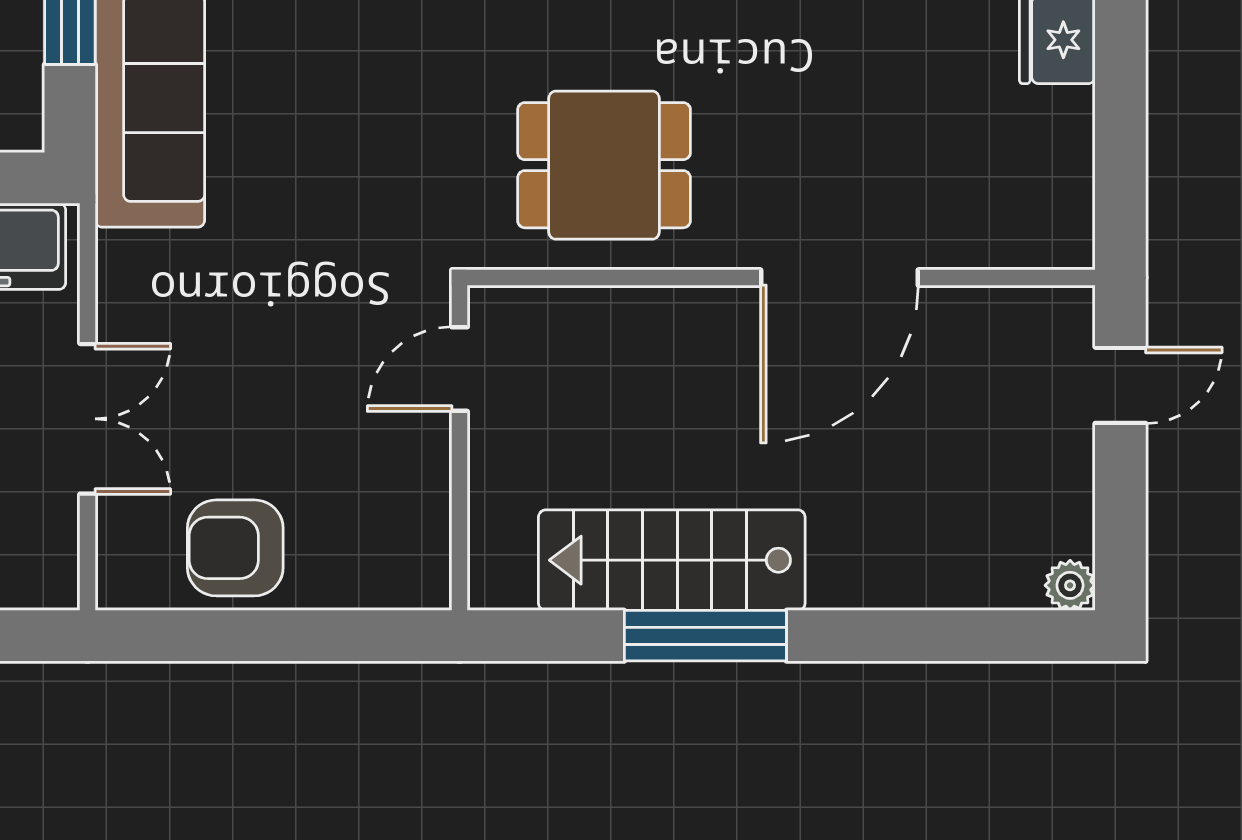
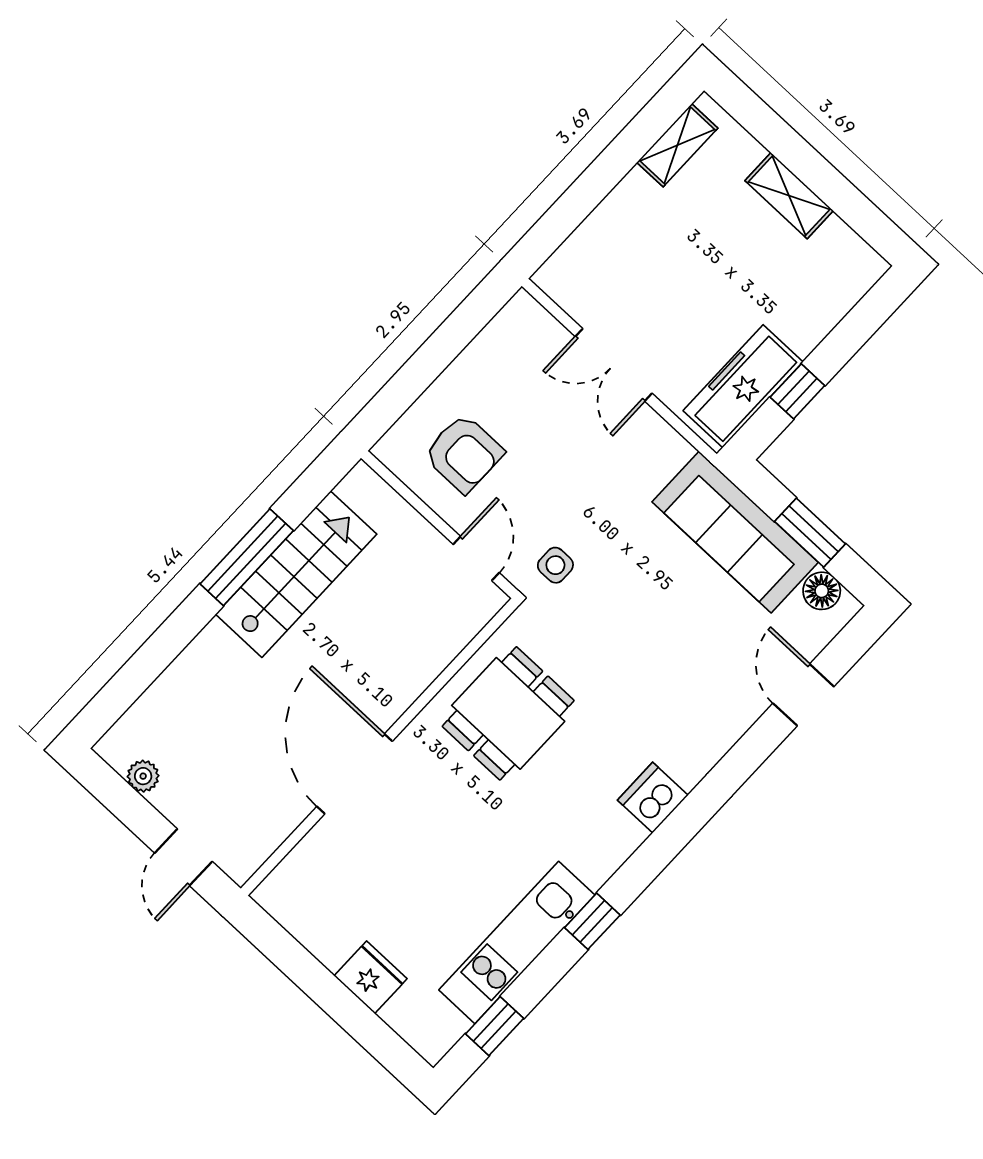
side table: (382, 270) -> (555, 565), added
armchair: (235, 548) -> (464, 453), moved, turned 90
plant: (1070, 585) -> (143, 776), moved

